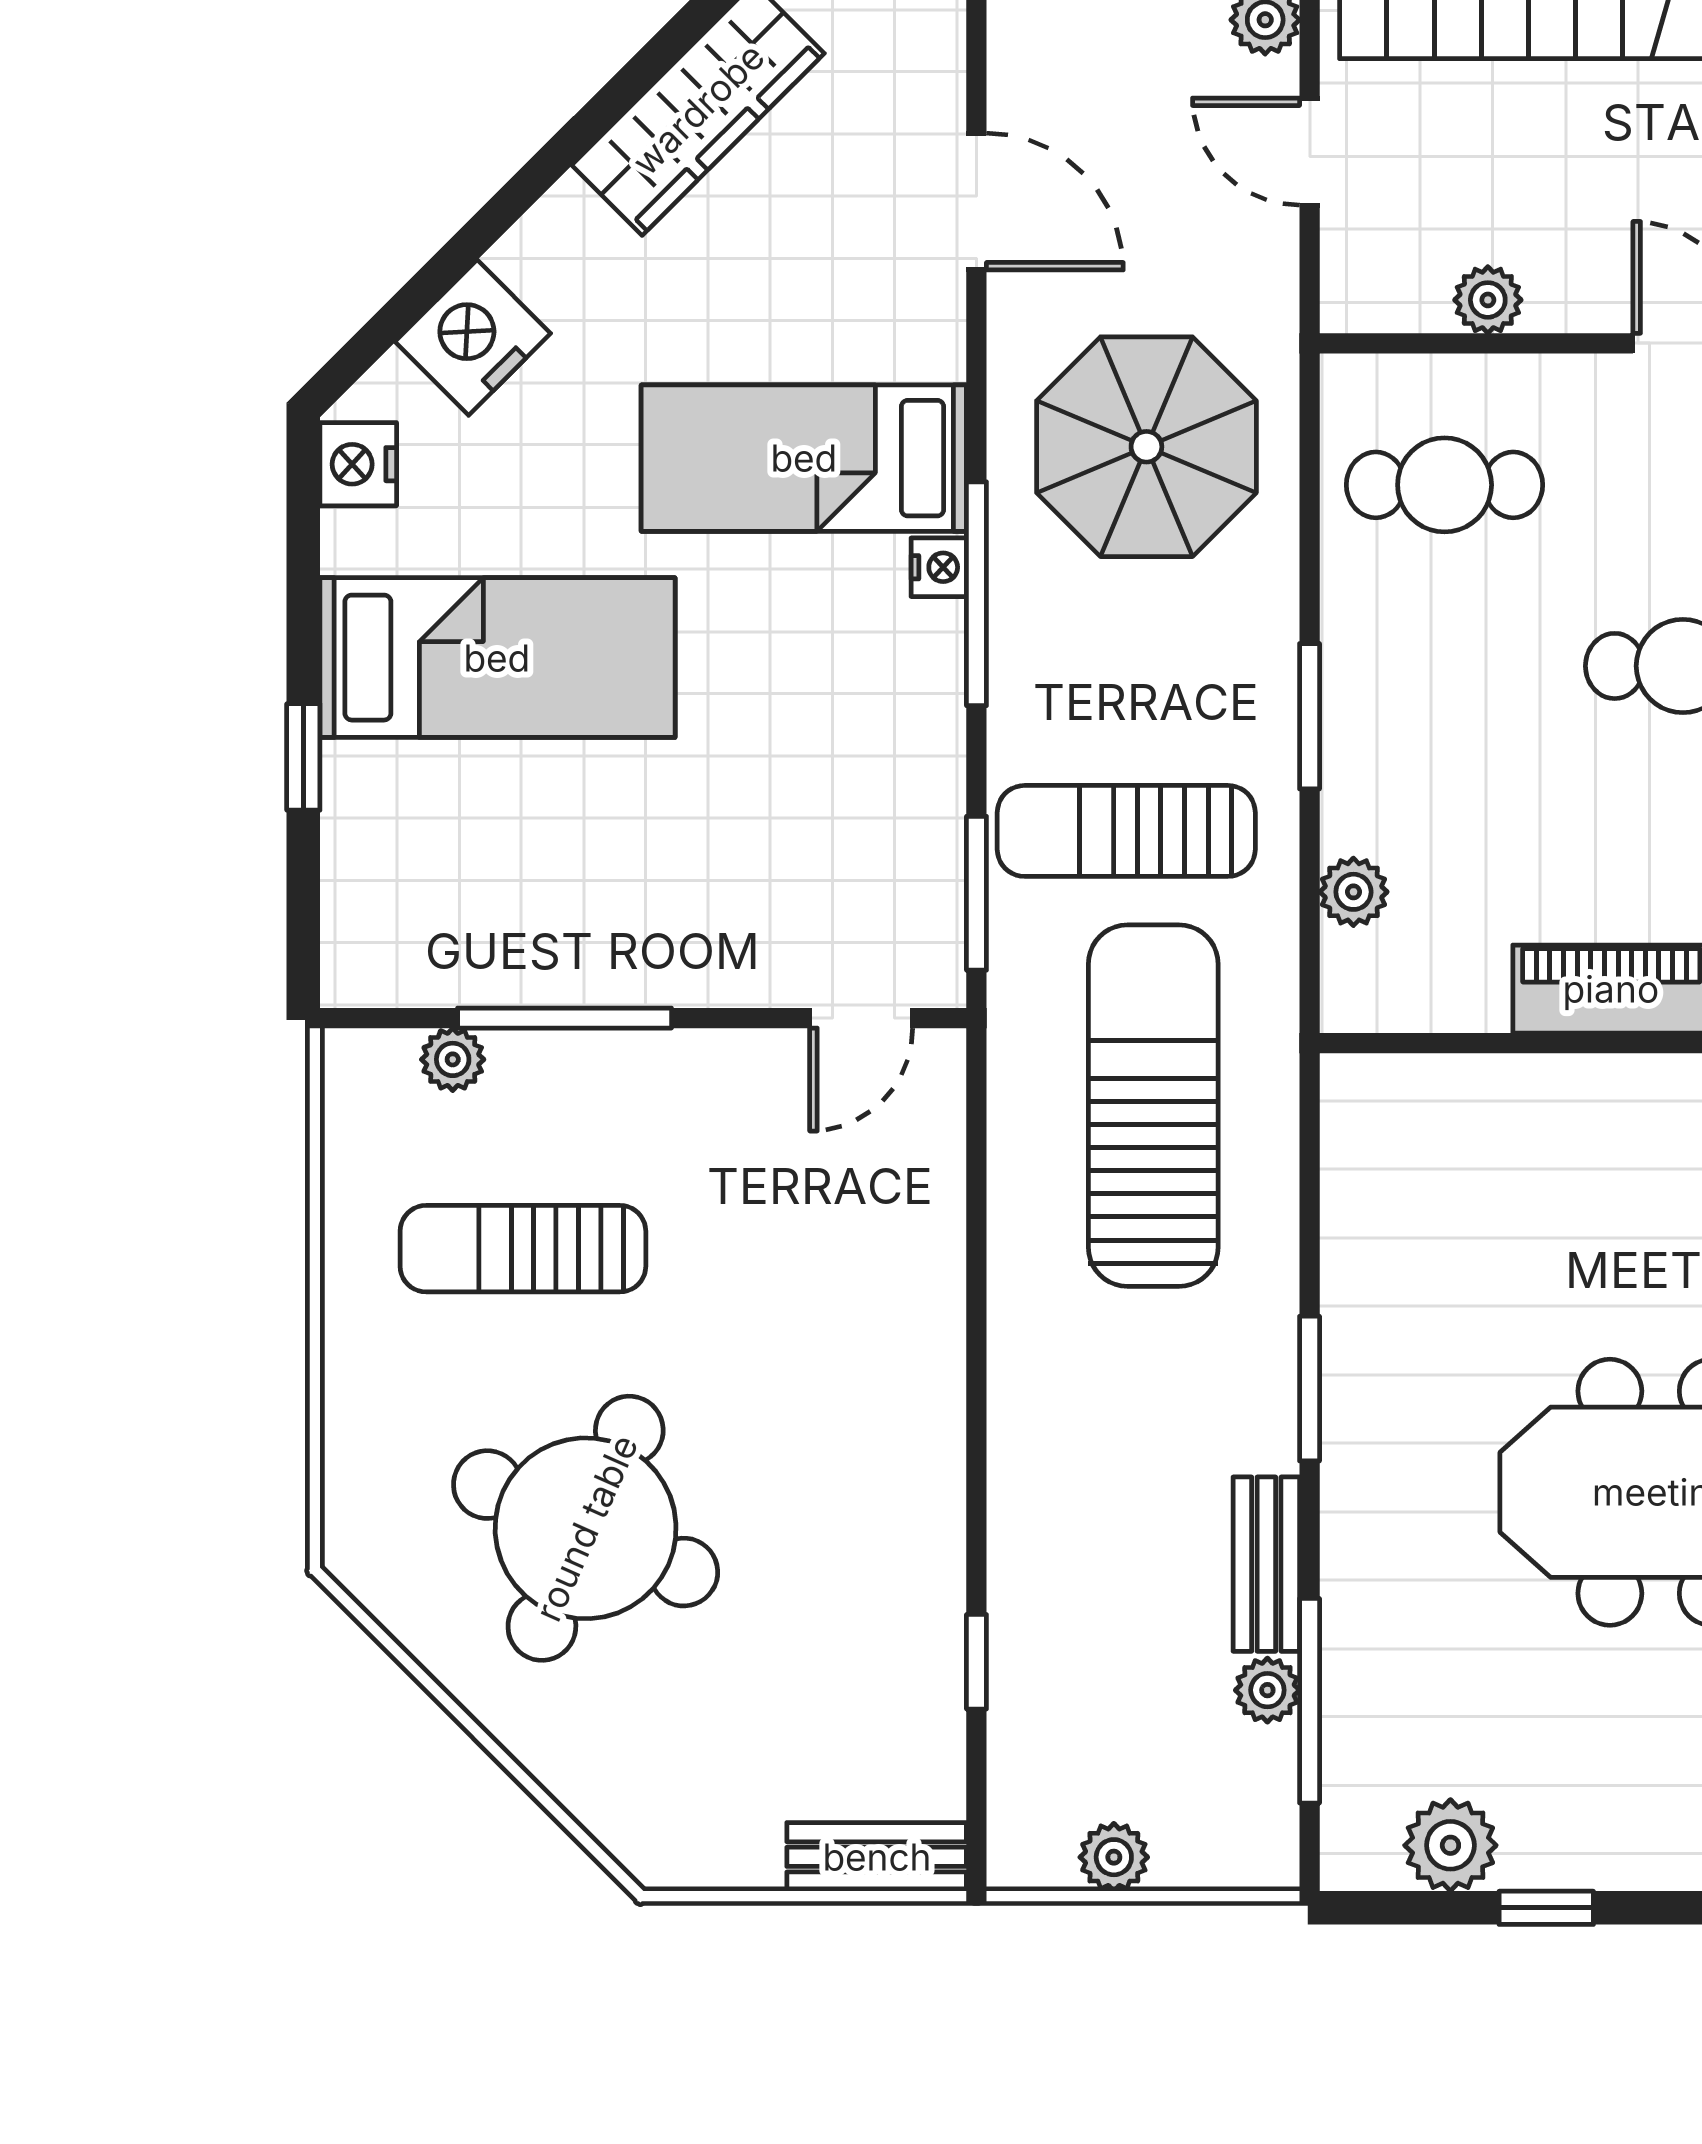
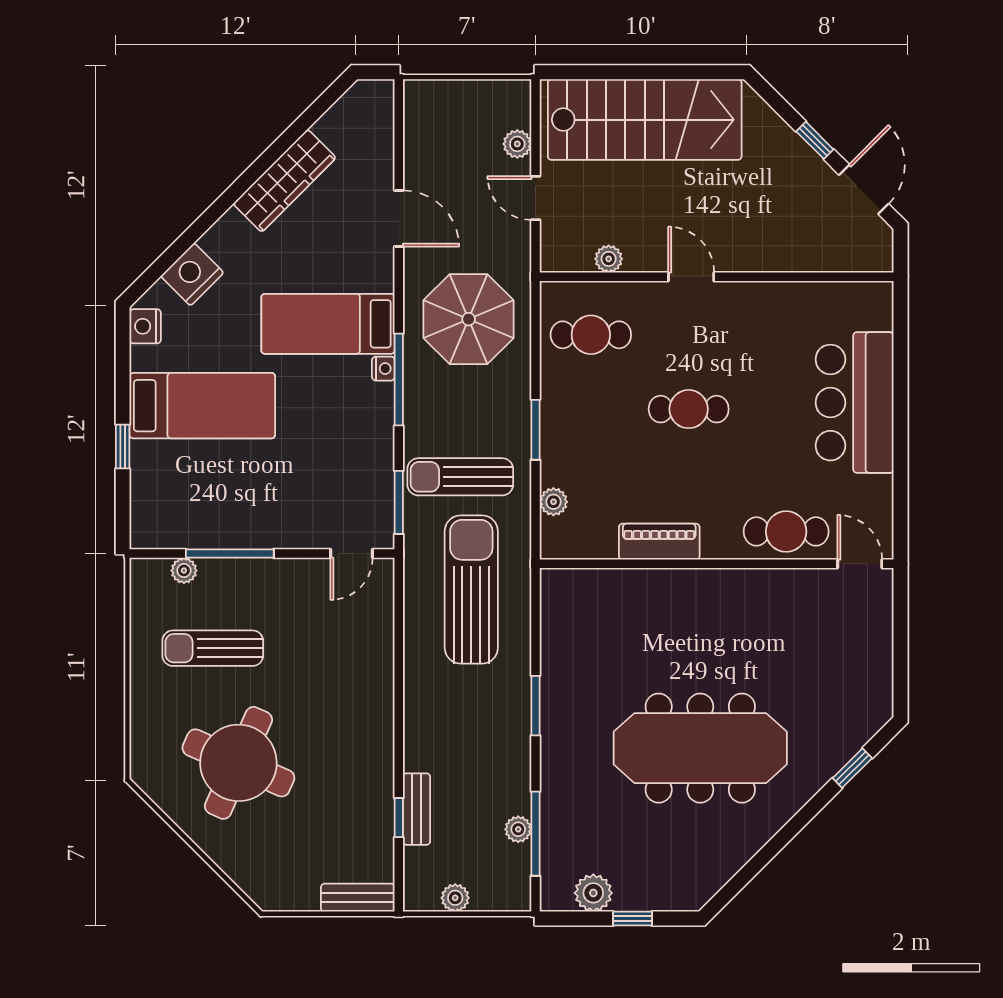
bench: (1266, 1564) -> (417, 809), moved

